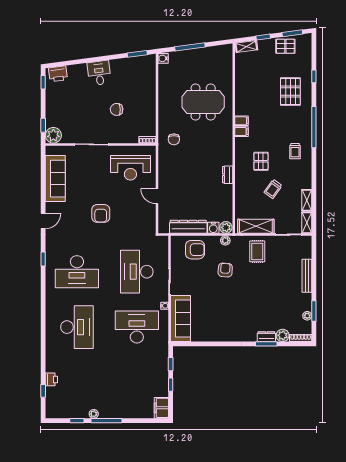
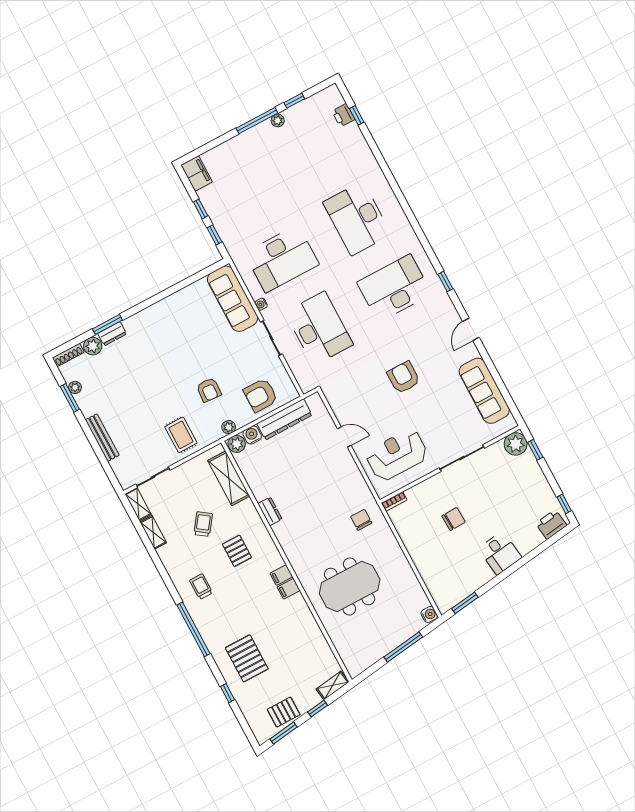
shelving: (256, 226) -> (229, 478), moved, turned 90
printer: (51, 379) -> (343, 115), moved

